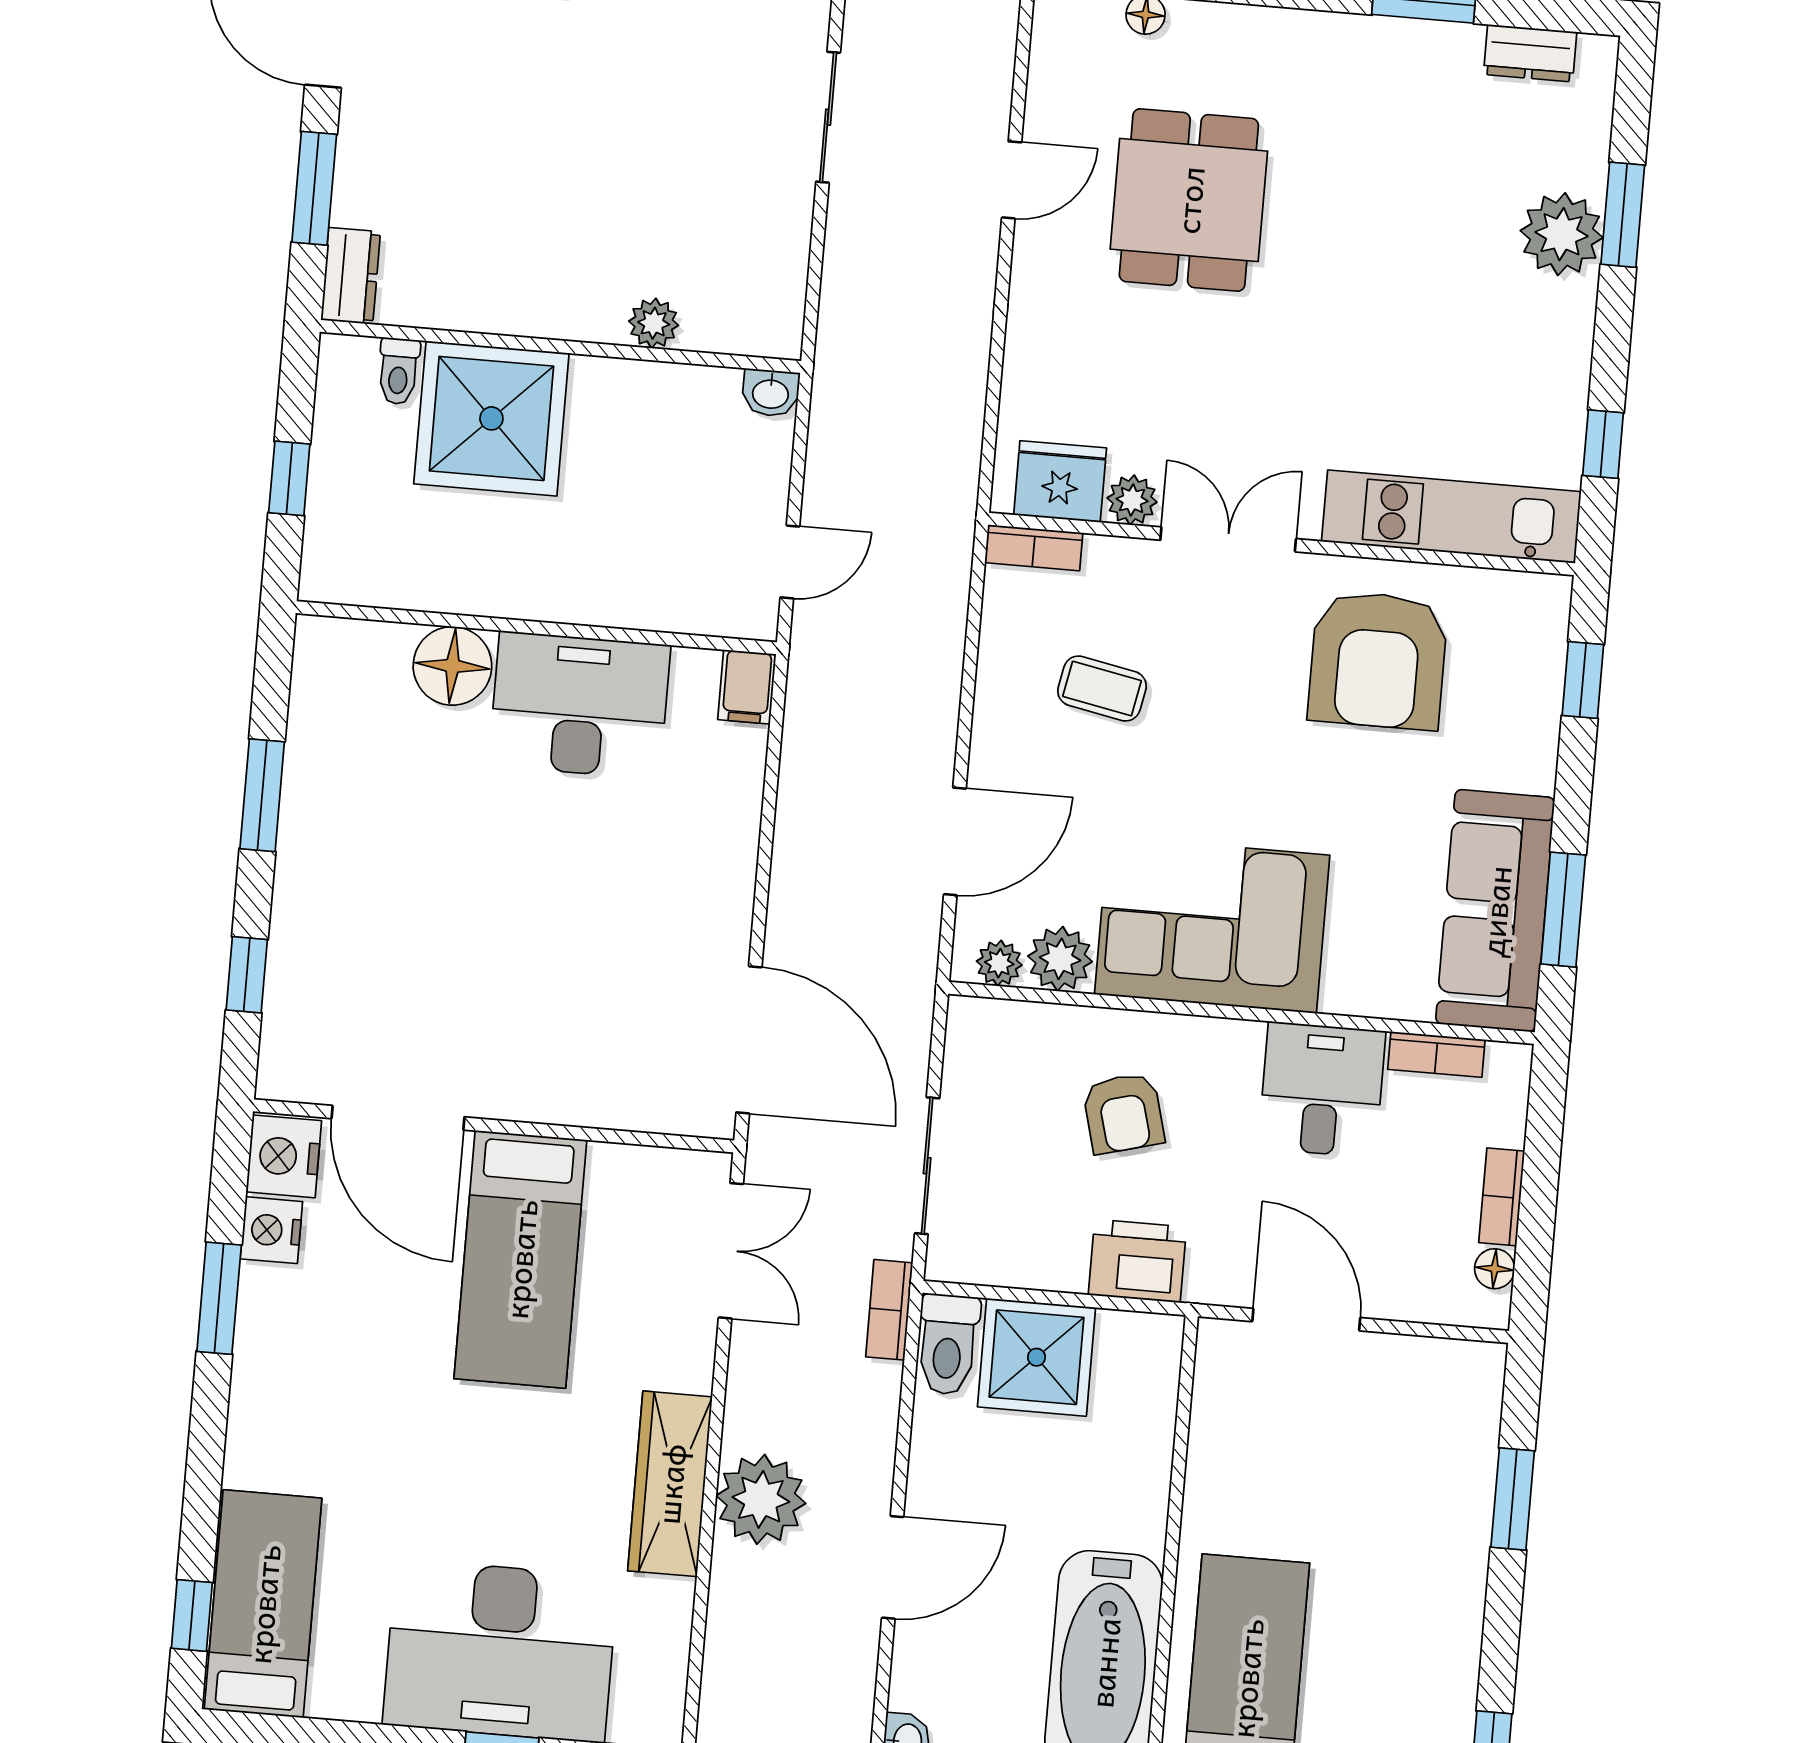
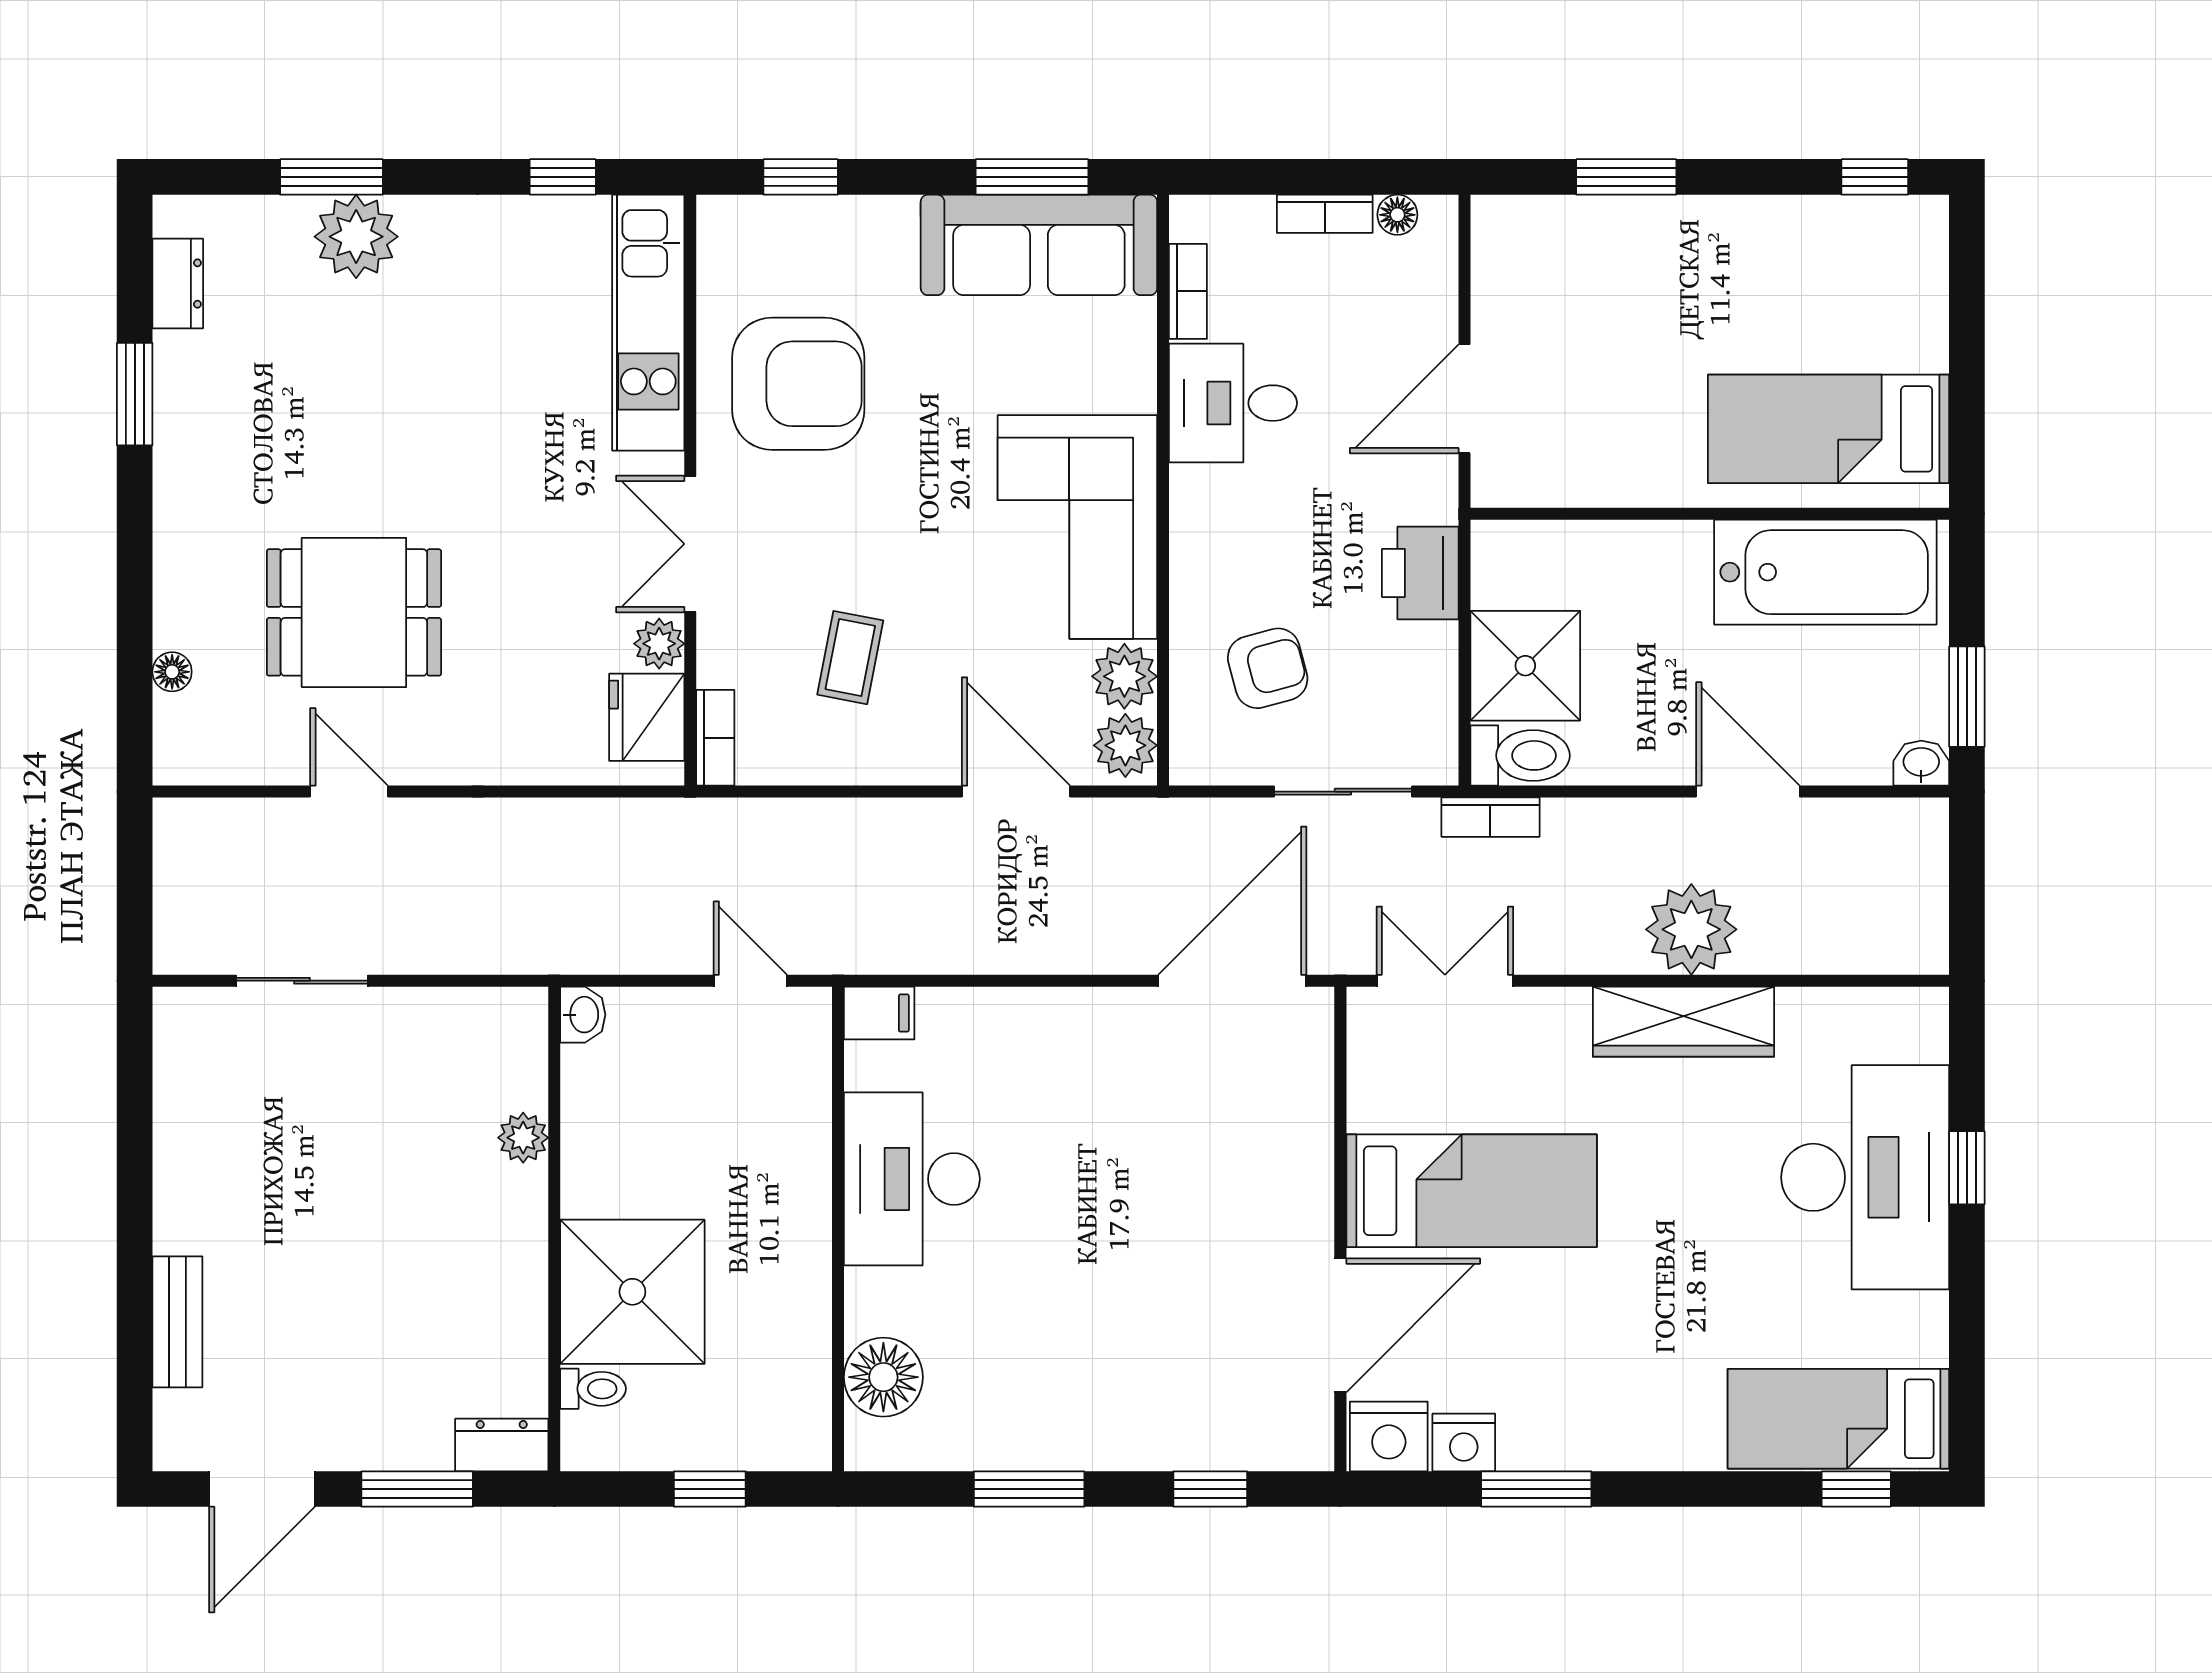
floor lamp: (452, 666) -> (883, 1377), moved
plant: (999, 963) -> (1125, 745), width x1.38, depth x1.38
armchair: (1123, 1113) -> (1268, 668), moved

